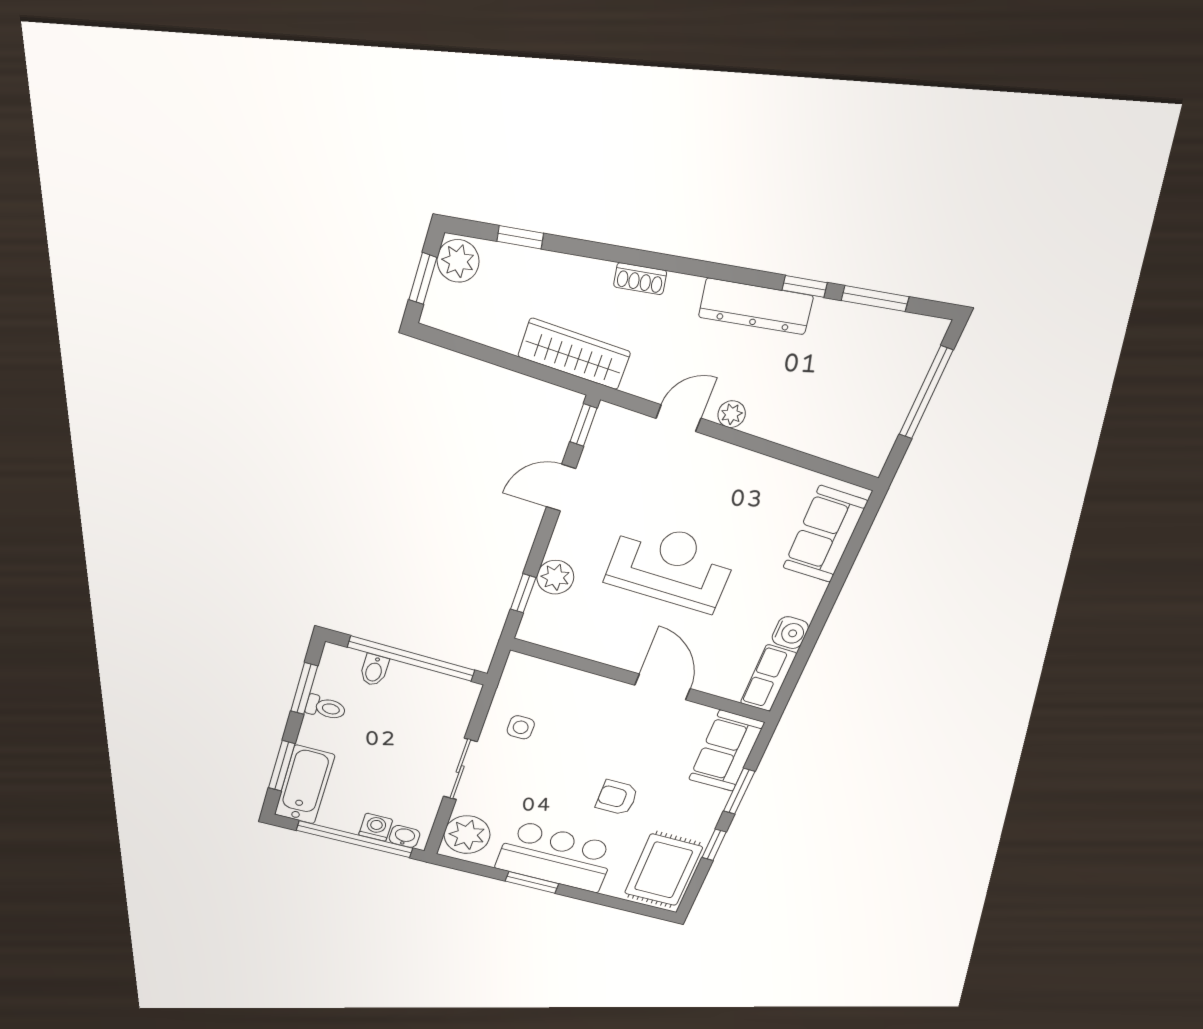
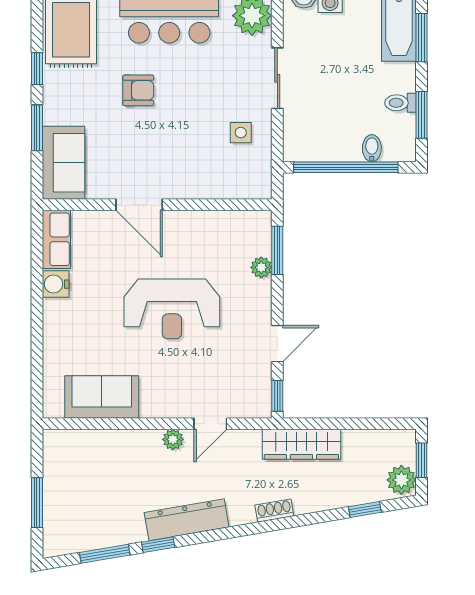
window: (926, 393) -> (37, 503), width x0.69
sofa: (825, 534) -> (102, 397), moved, turned -90
plant: (555, 577) -> (261, 267), width x0.73, depth x0.73
window: (523, 593) -> (277, 250), width x1.50

